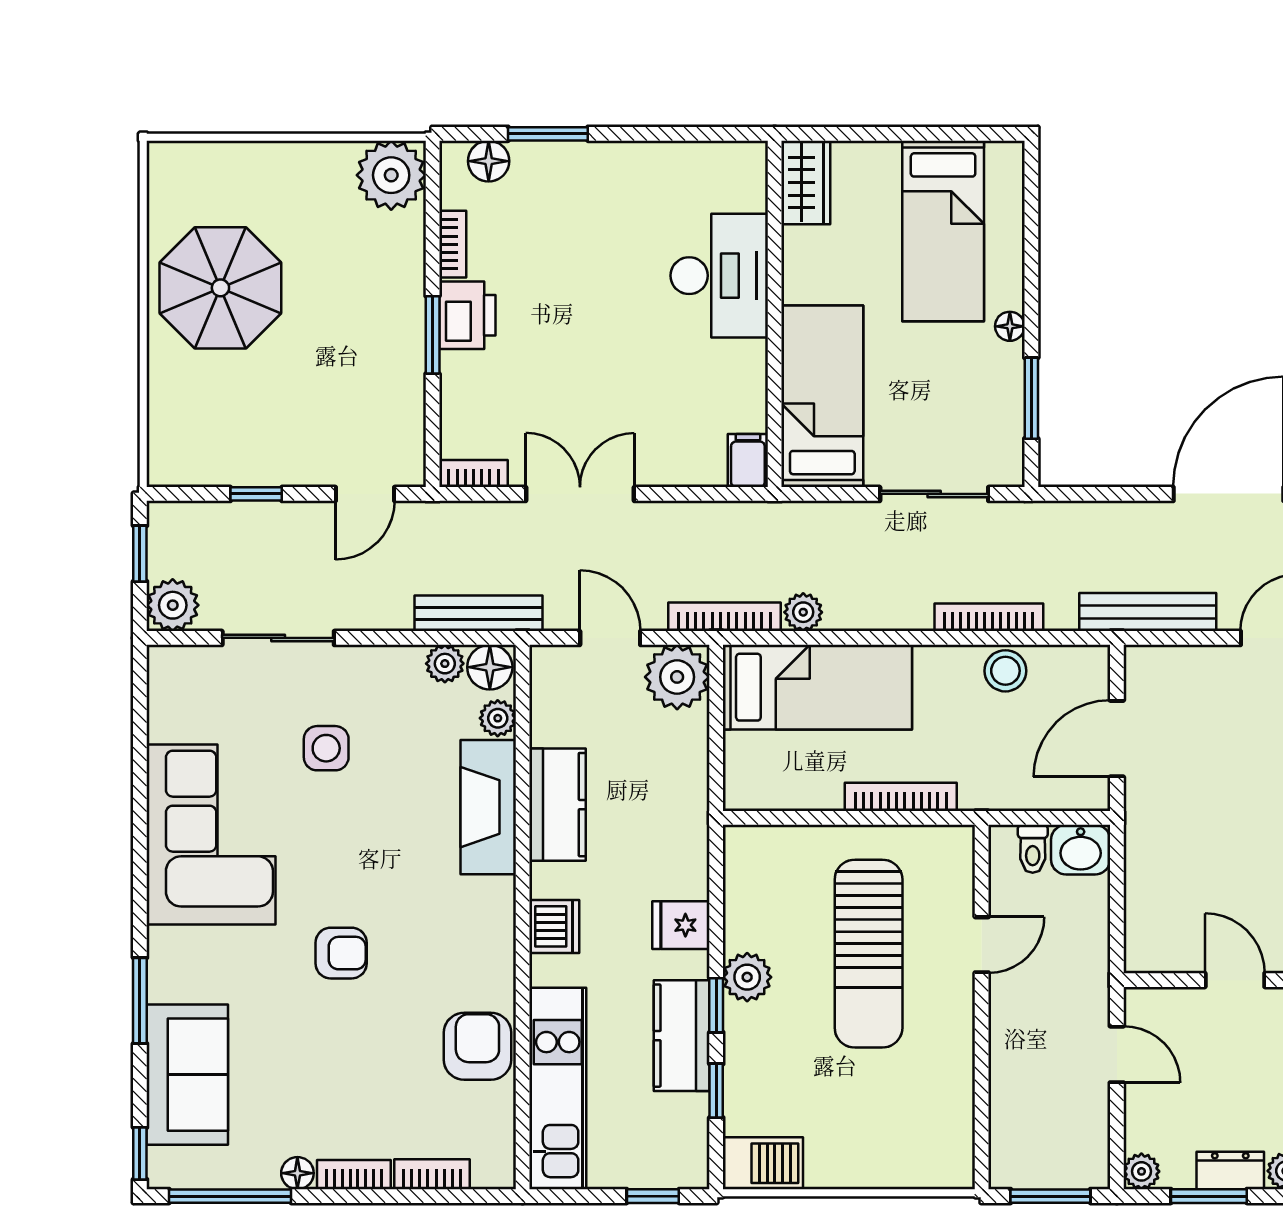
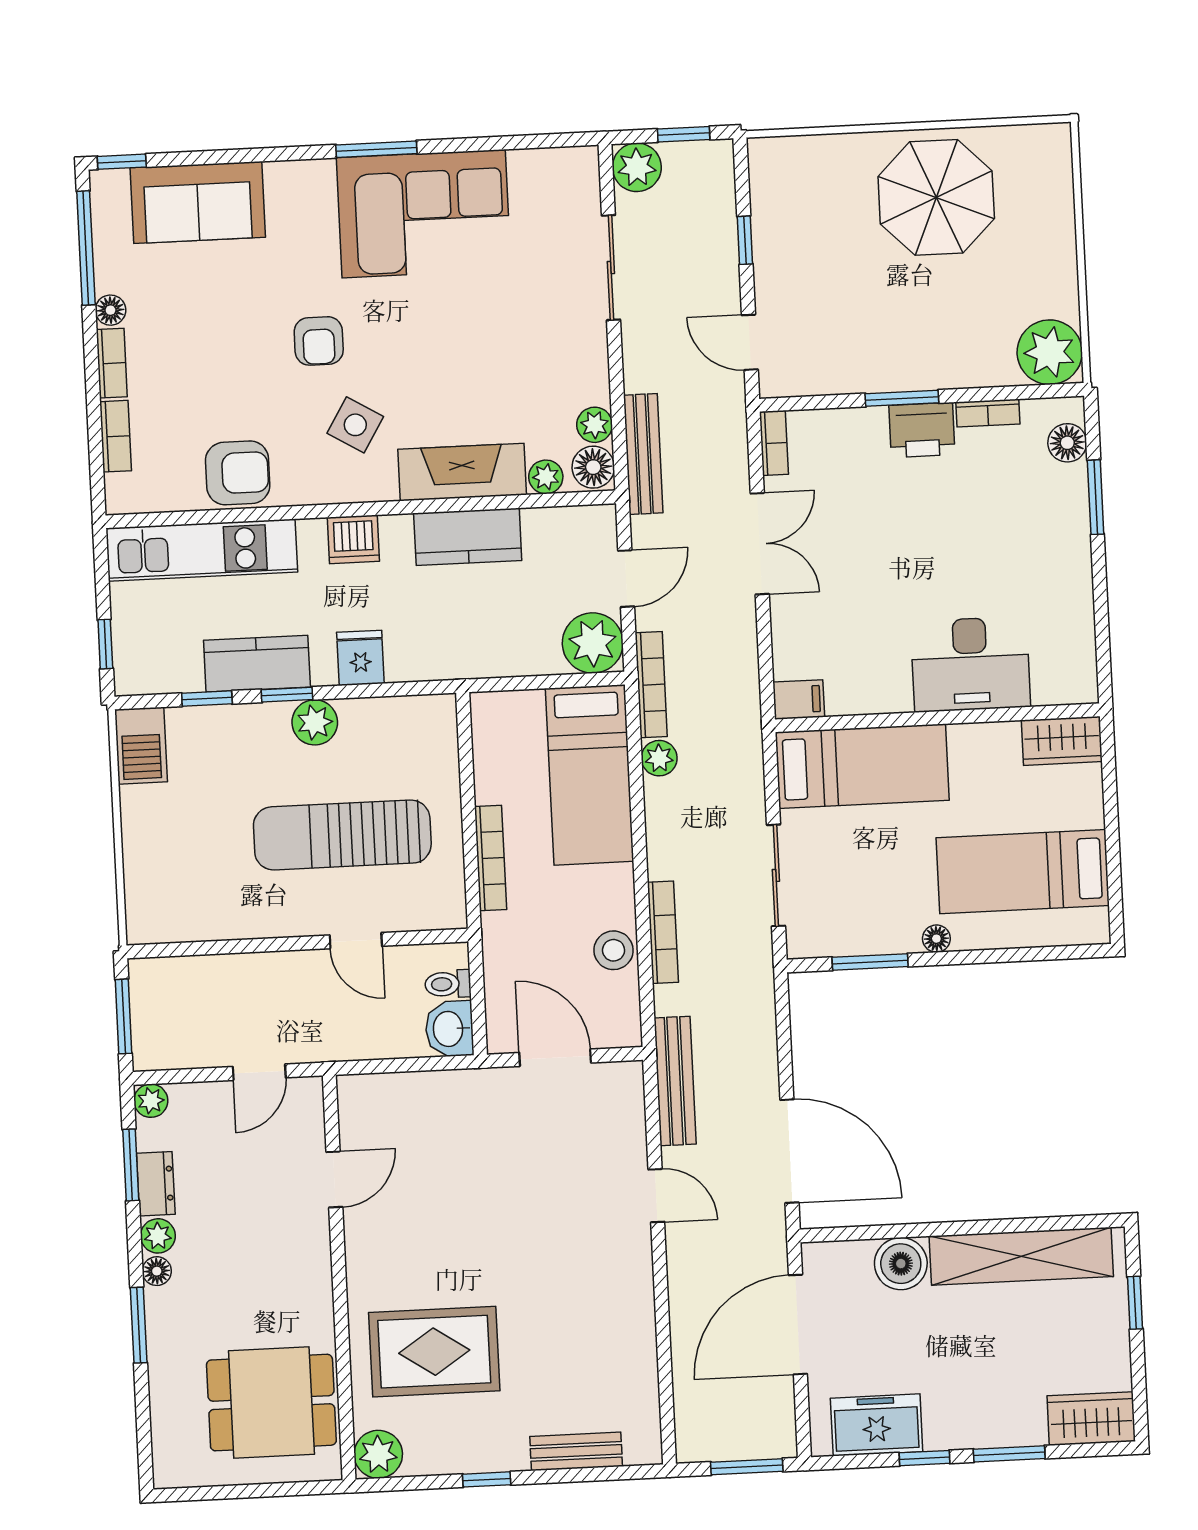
side table: (326, 748) -> (355, 425), moved, turned 31
window: (140, 1001) -> (376, 149), moved

